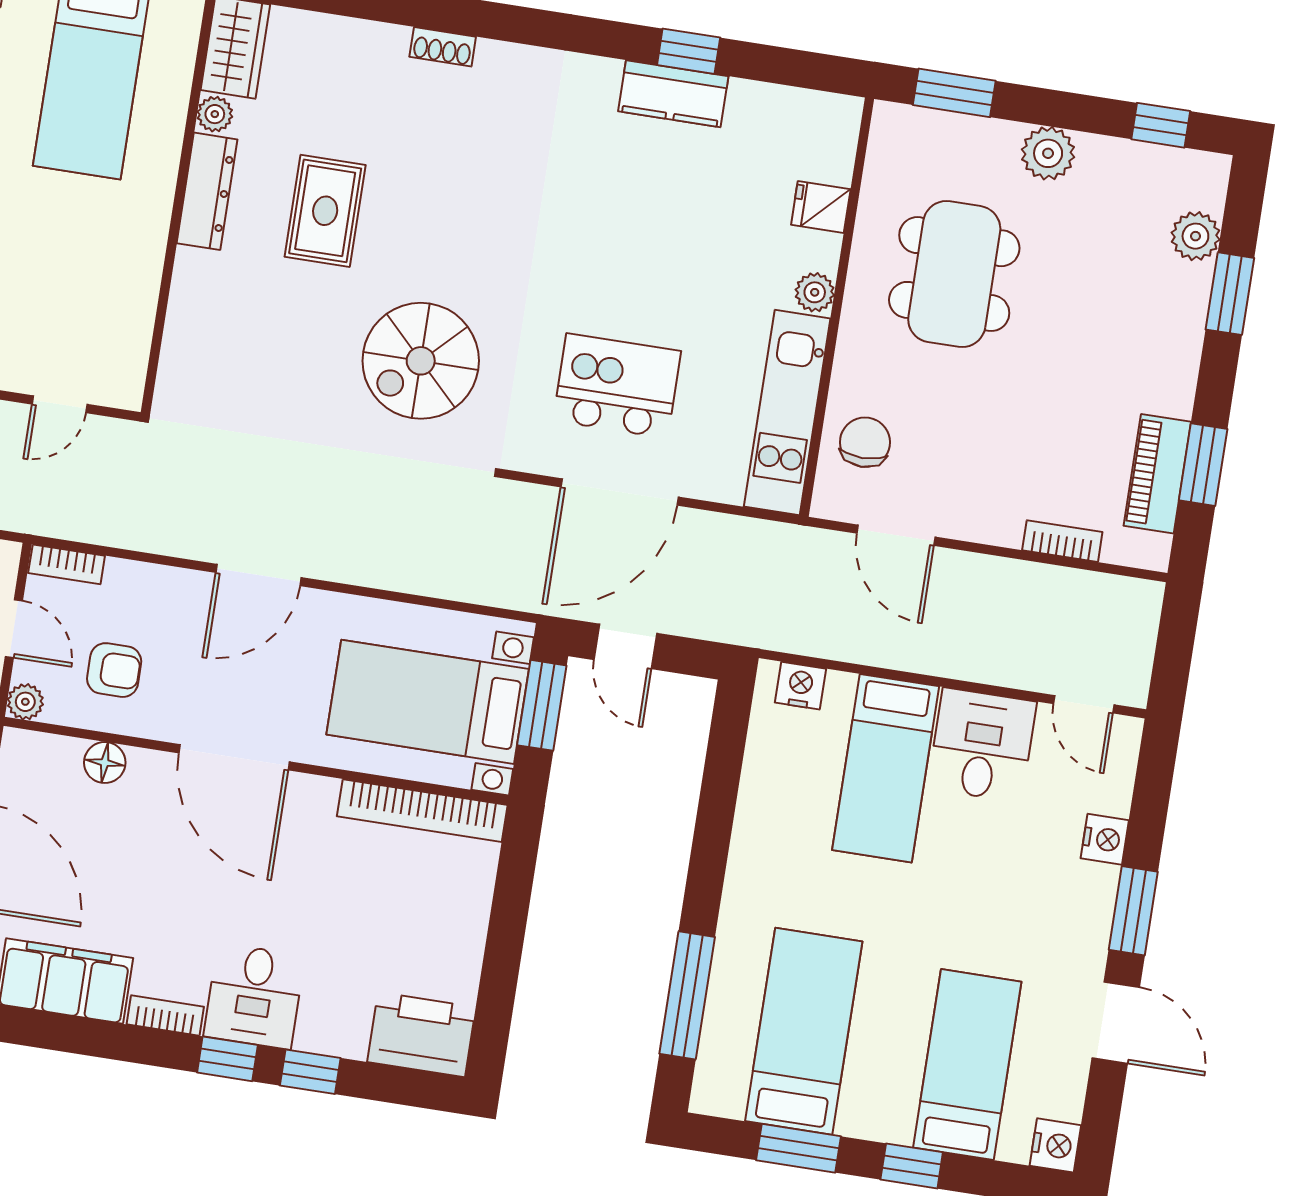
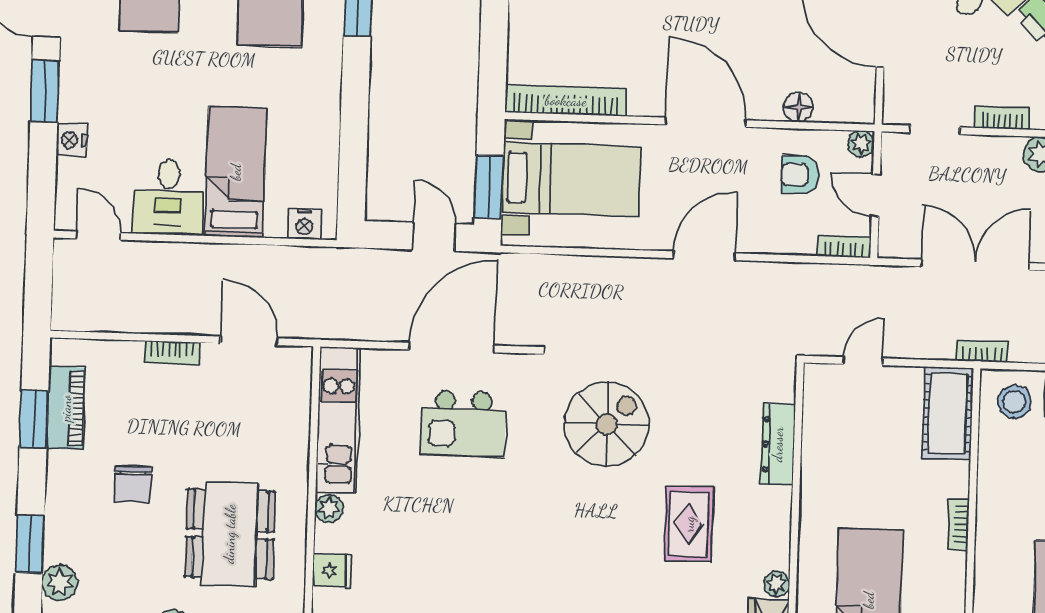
dresser: (207, 191) -> (778, 444), moved
chair: (865, 442) -> (133, 484), moved
bookcase: (1062, 541) -> (172, 353), moved

